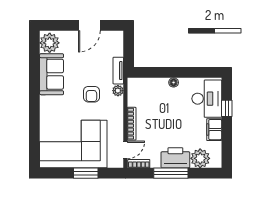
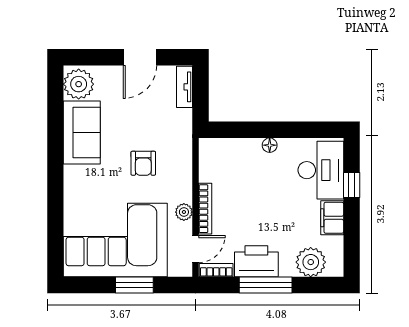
tv unit: (118, 71) -> (185, 87), moved
plant: (118, 91) -> (184, 212), moved
printer: (175, 158) -> (256, 261), moved

